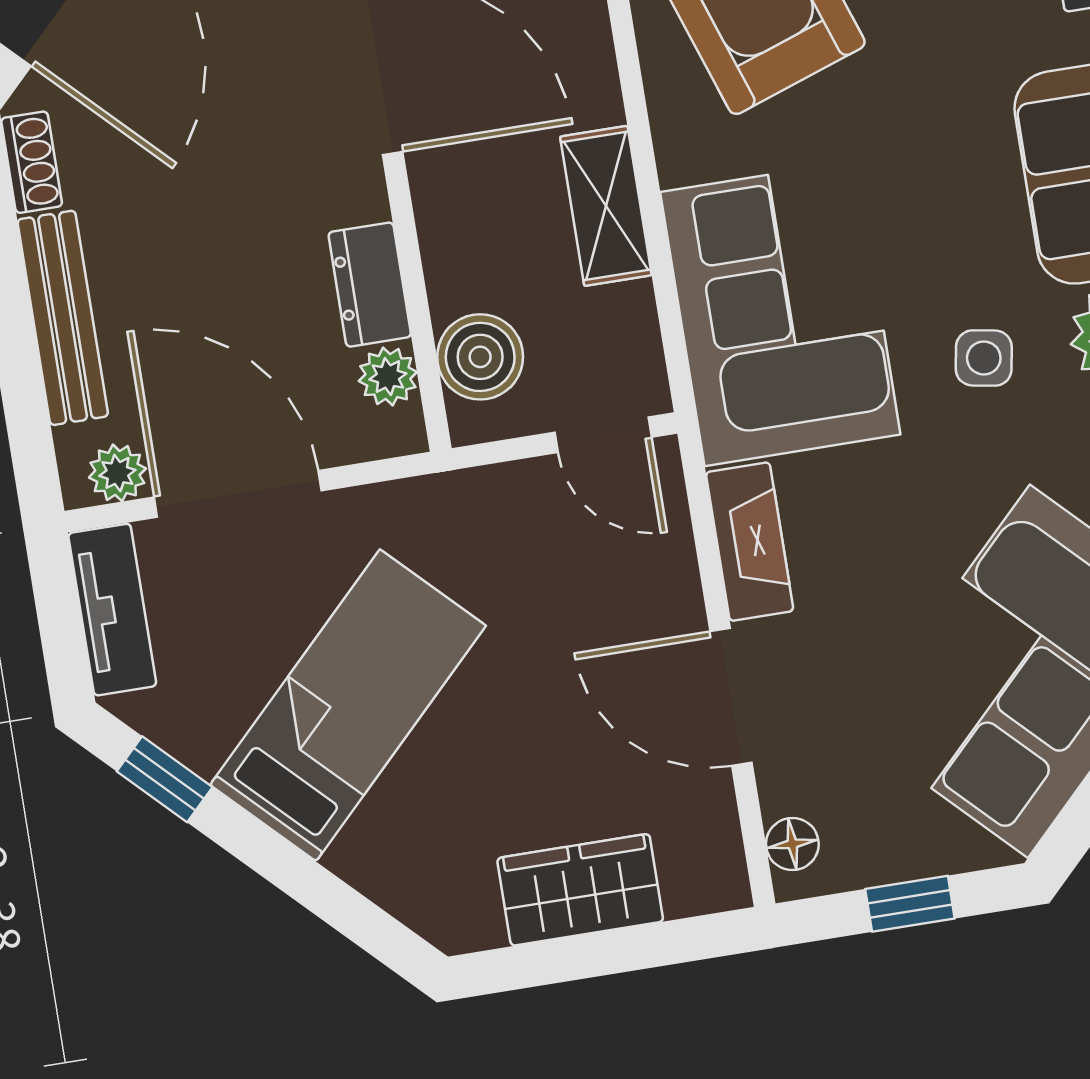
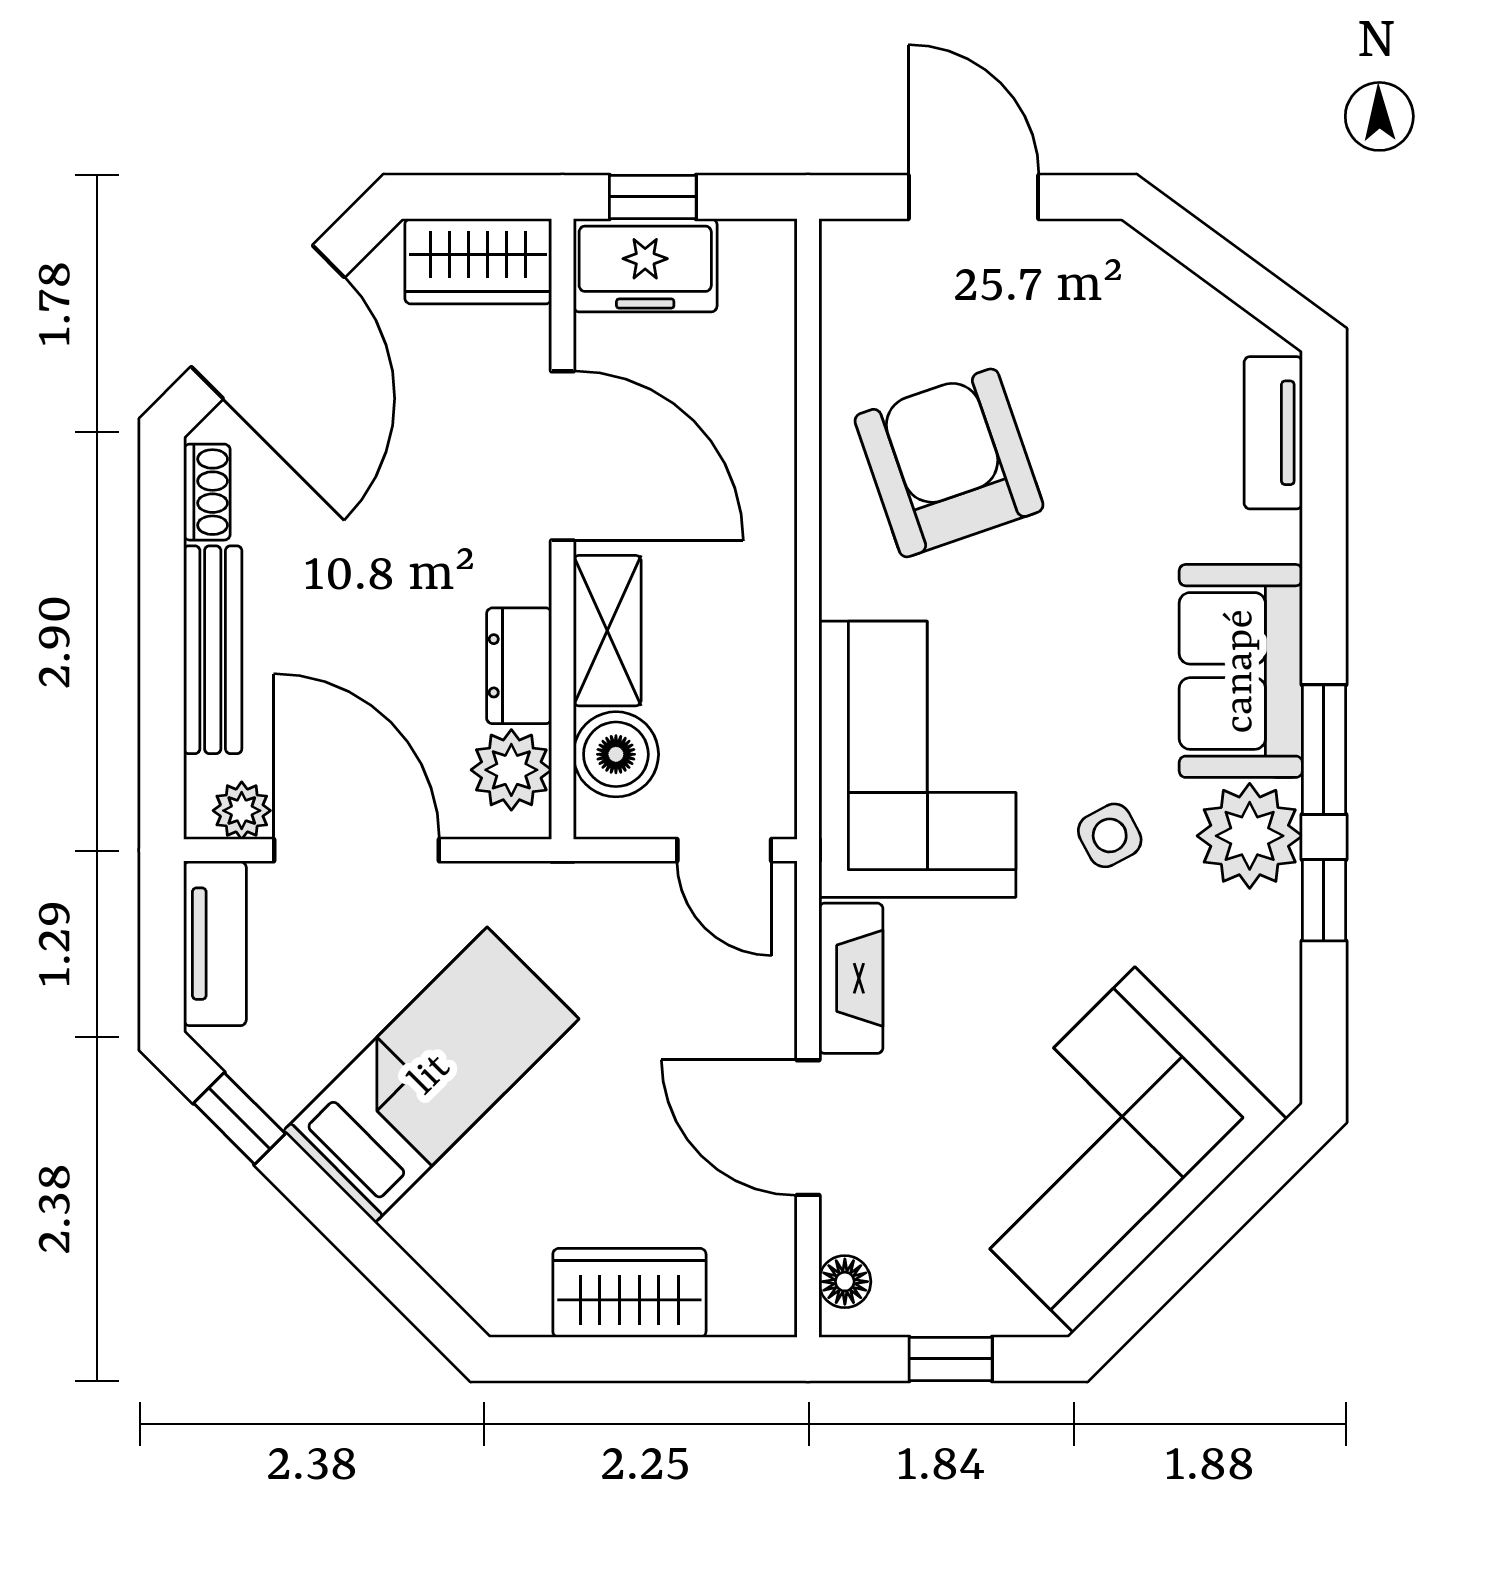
shelving: (606, 206) -> (607, 631), moved
side table: (984, 358) -> (1110, 835), turned -38
plant: (388, 377) -> (511, 770), width x1.38, depth x1.38

